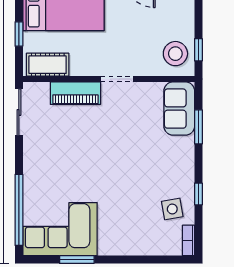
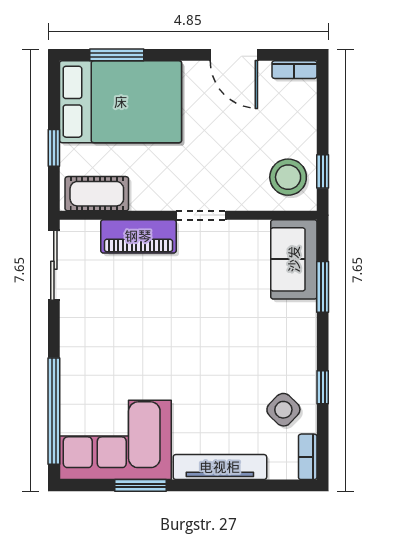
side table: (172, 209) -> (283, 410), turned -36
tv unit: (130, 247) -> (220, 467), added

